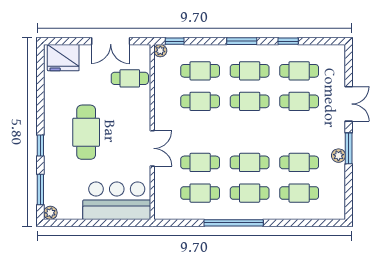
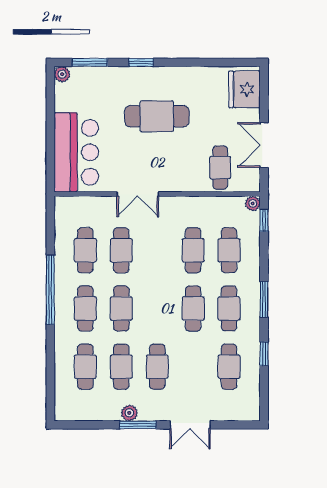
cafe table: (299, 101) -> (157, 367), moved

